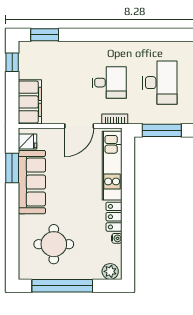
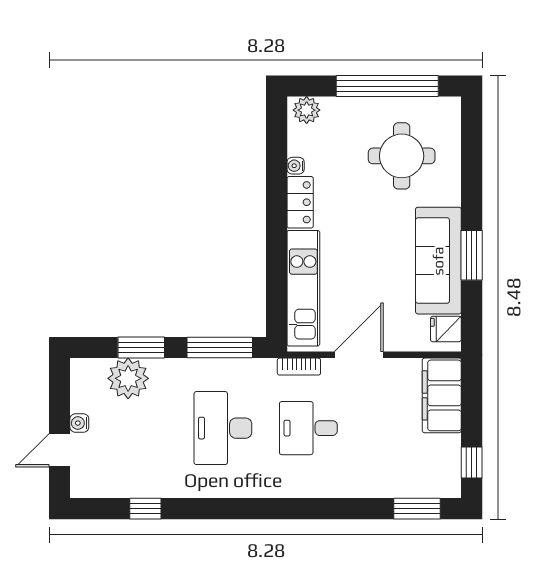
window: (12, 168) -> (472, 255), moved

